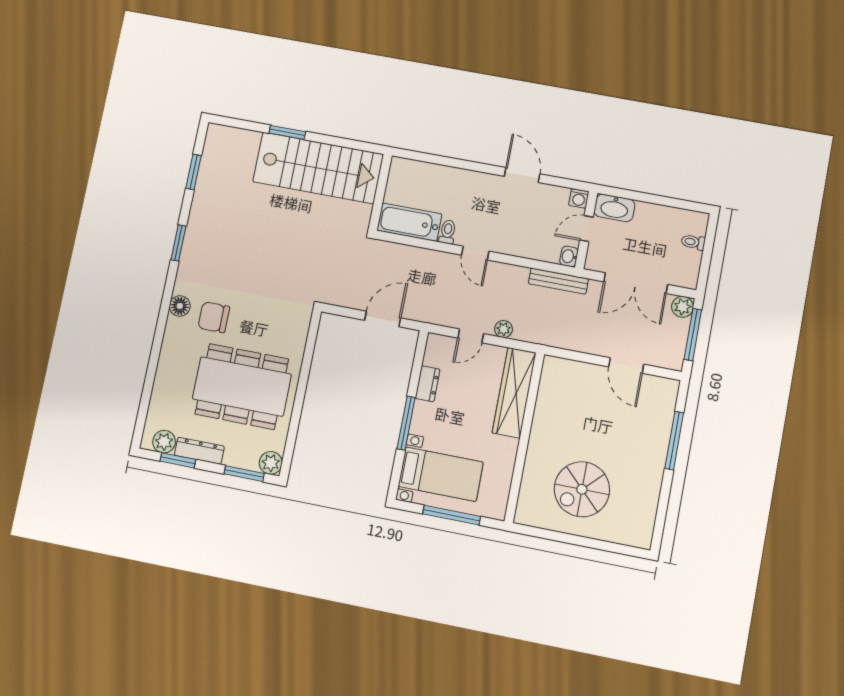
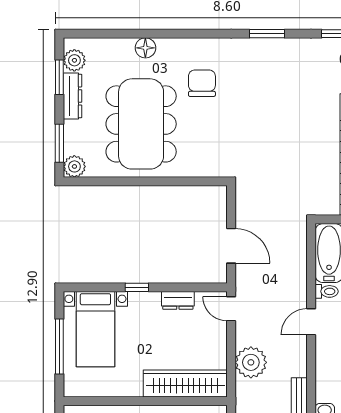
floor lamp: (180, 306) -> (145, 48), moved
plant: (504, 329) -> (251, 362), width x1.88, depth x1.88
door: (471, 336) -> (231, 309), moved
window: (406, 423) -> (137, 287), width x0.46

